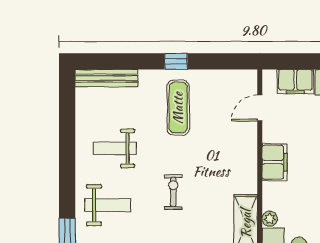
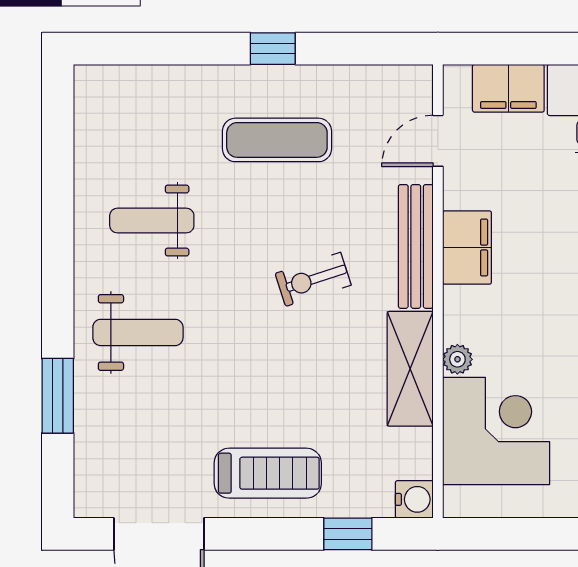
bench: (106, 78) -> (416, 246), moved, turned 90
exercise mat: (178, 108) -> (277, 140), turned 90
exercise bike: (173, 192) -> (313, 279), moved, turned -108

